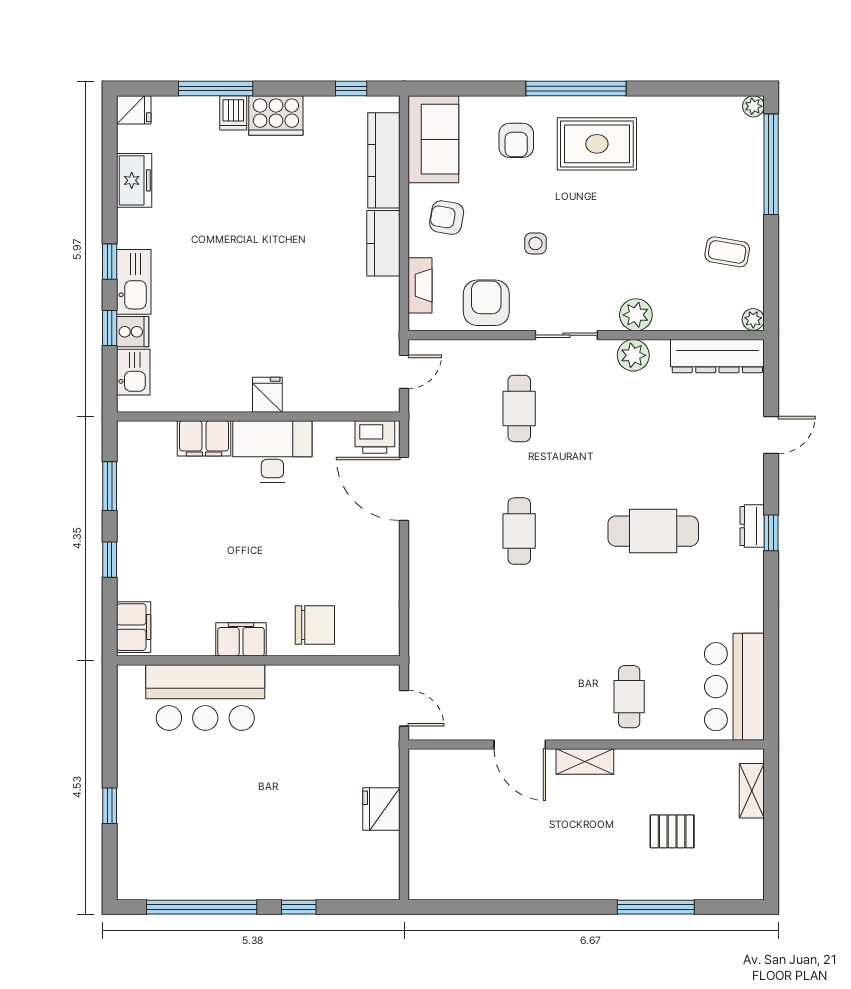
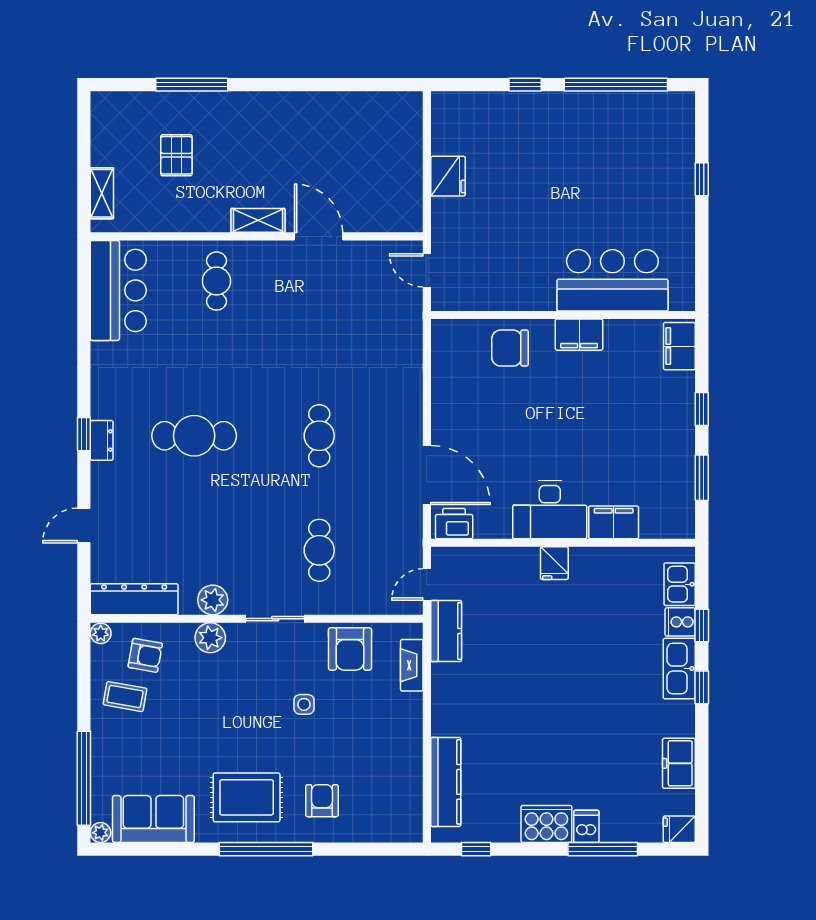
sofa: (433, 139) -> (153, 819), moved, turned 90
armchair: (447, 218) -> (145, 655), moved
kitchen counter: (383, 243) -> (446, 631), moved
pallet: (672, 831) -> (176, 155), turned 90

